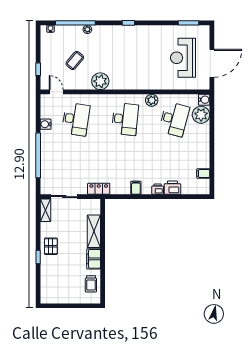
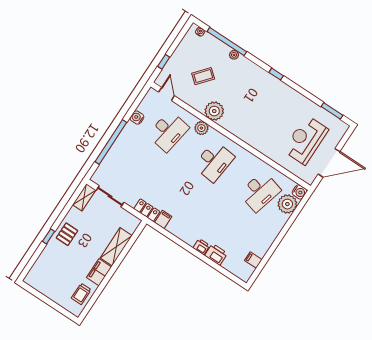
plant: (152, 100) -> (201, 128), moved
filing cabinet: (136, 188) -> (163, 220), moved

